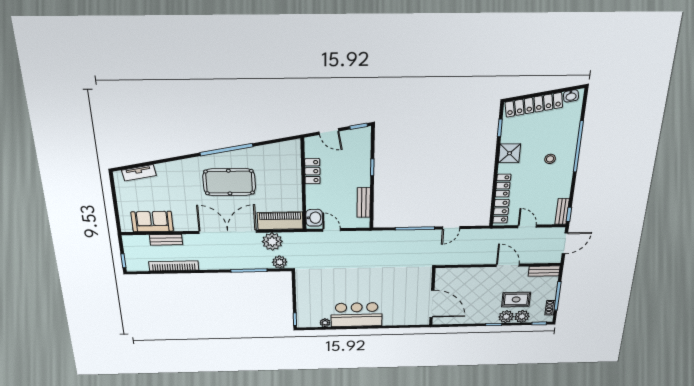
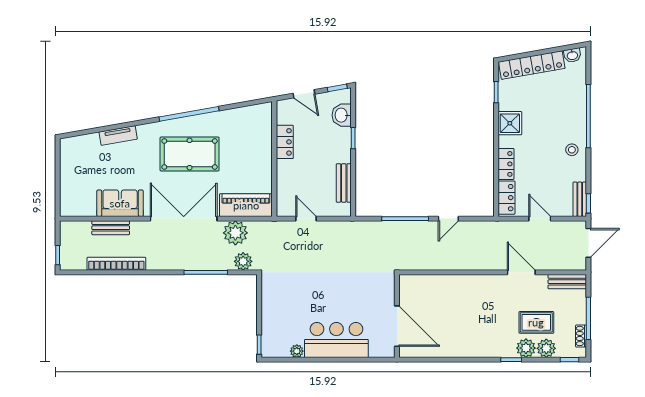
stool: (550, 159) -> (572, 150), moved
tv unit: (139, 173) -> (118, 135), moved
washbasin: (314, 218) -> (342, 115), moved, turned 180
sofa: (152, 222) -> (120, 203), moved
wall: (432, 297) -> (397, 316), moved
door: (432, 304) -> (397, 326), moved

